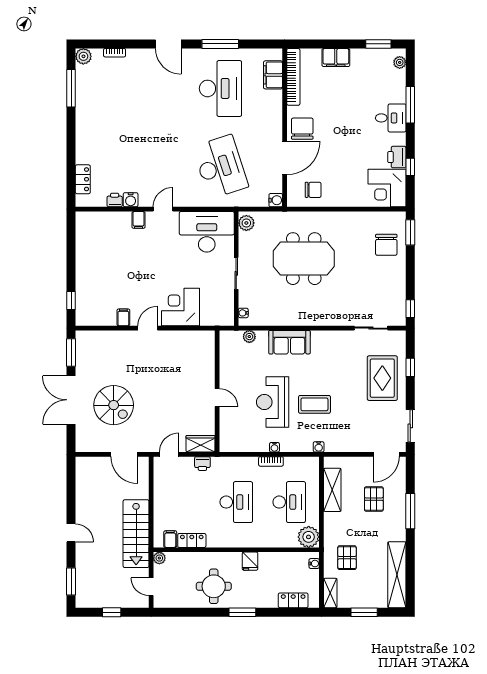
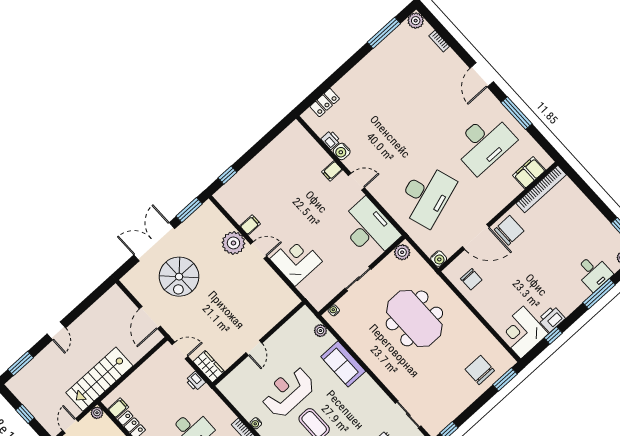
filing cabinet: (336, 58) -> (584, 207), removed
desk: (391, 118) -> (593, 272), moved
chair: (386, 245) -> (480, 370), turned 90
plant: (125, 342) -> (233, 243), added

